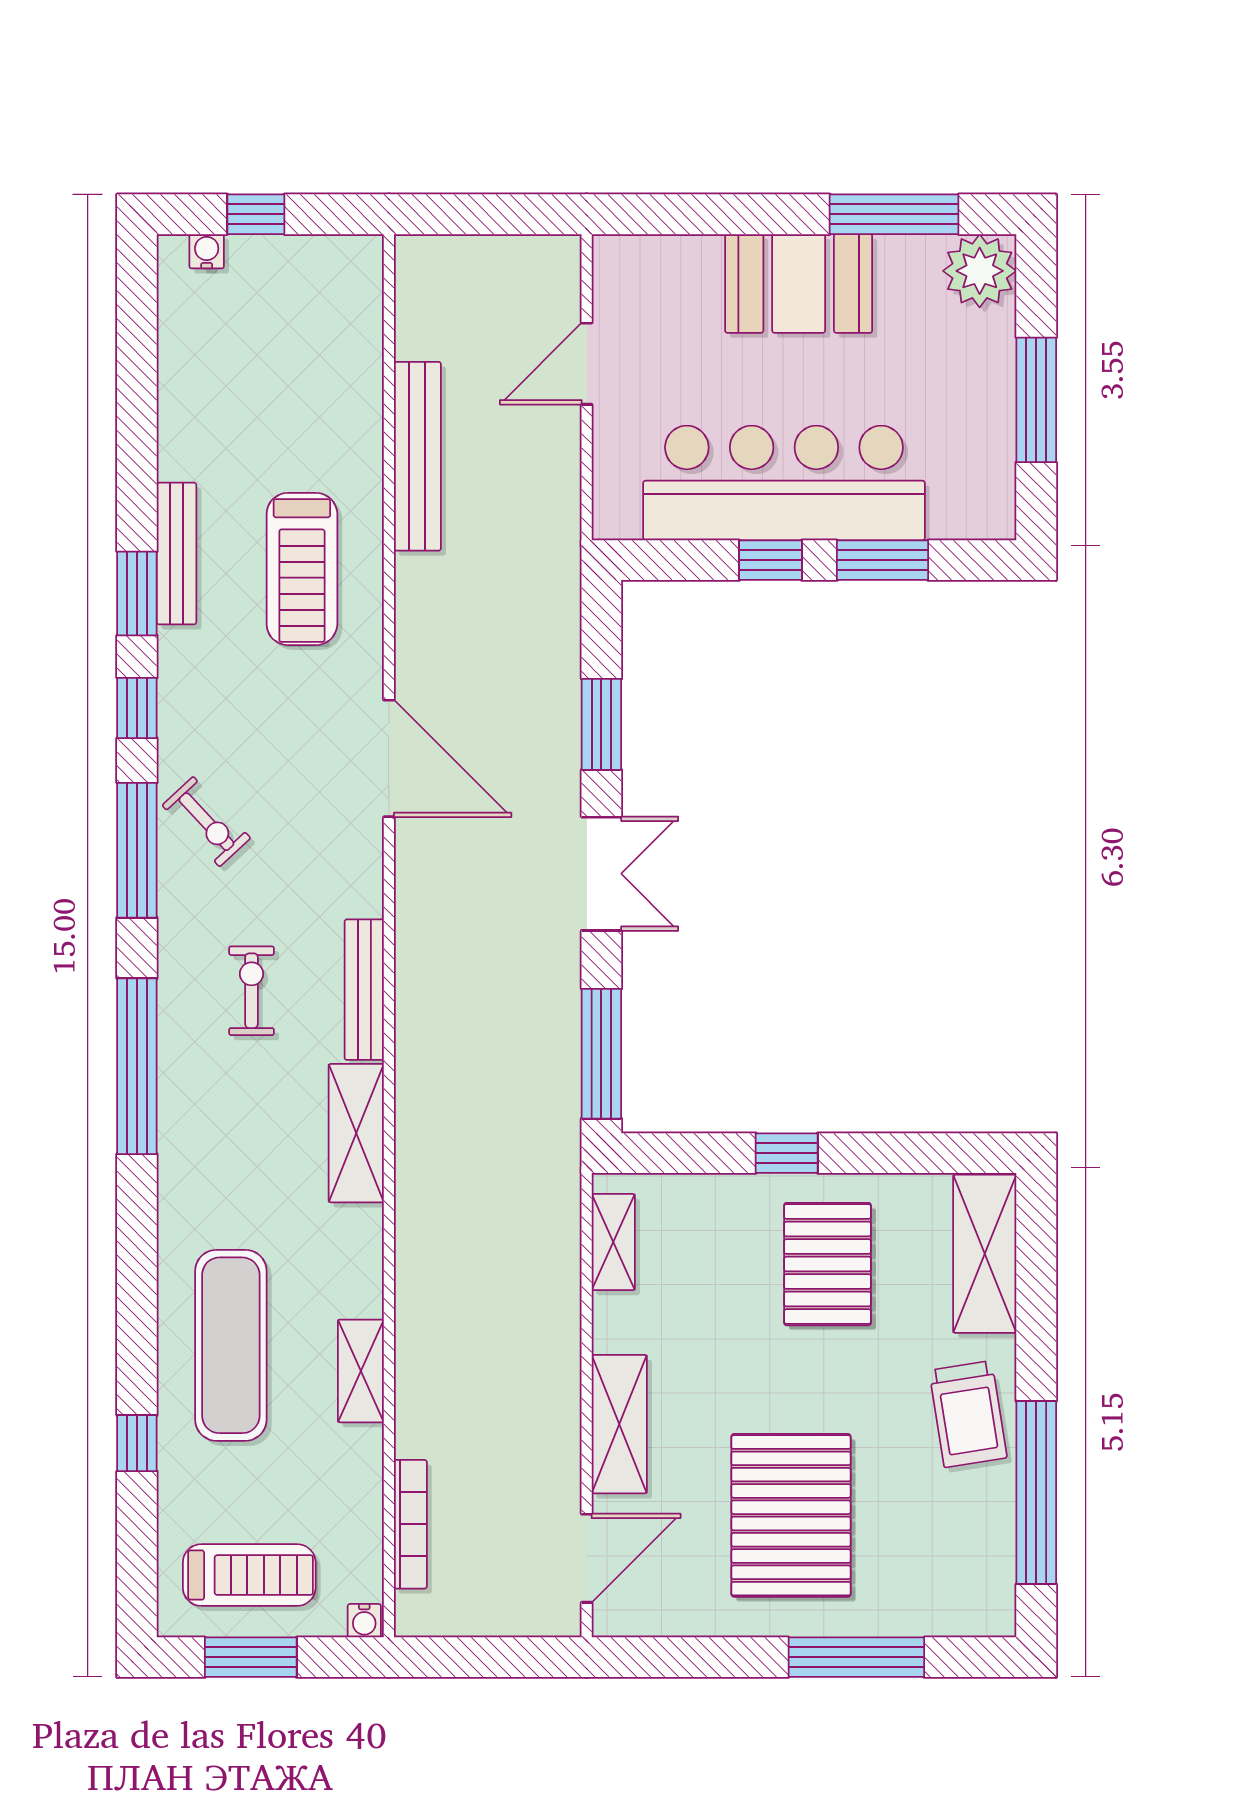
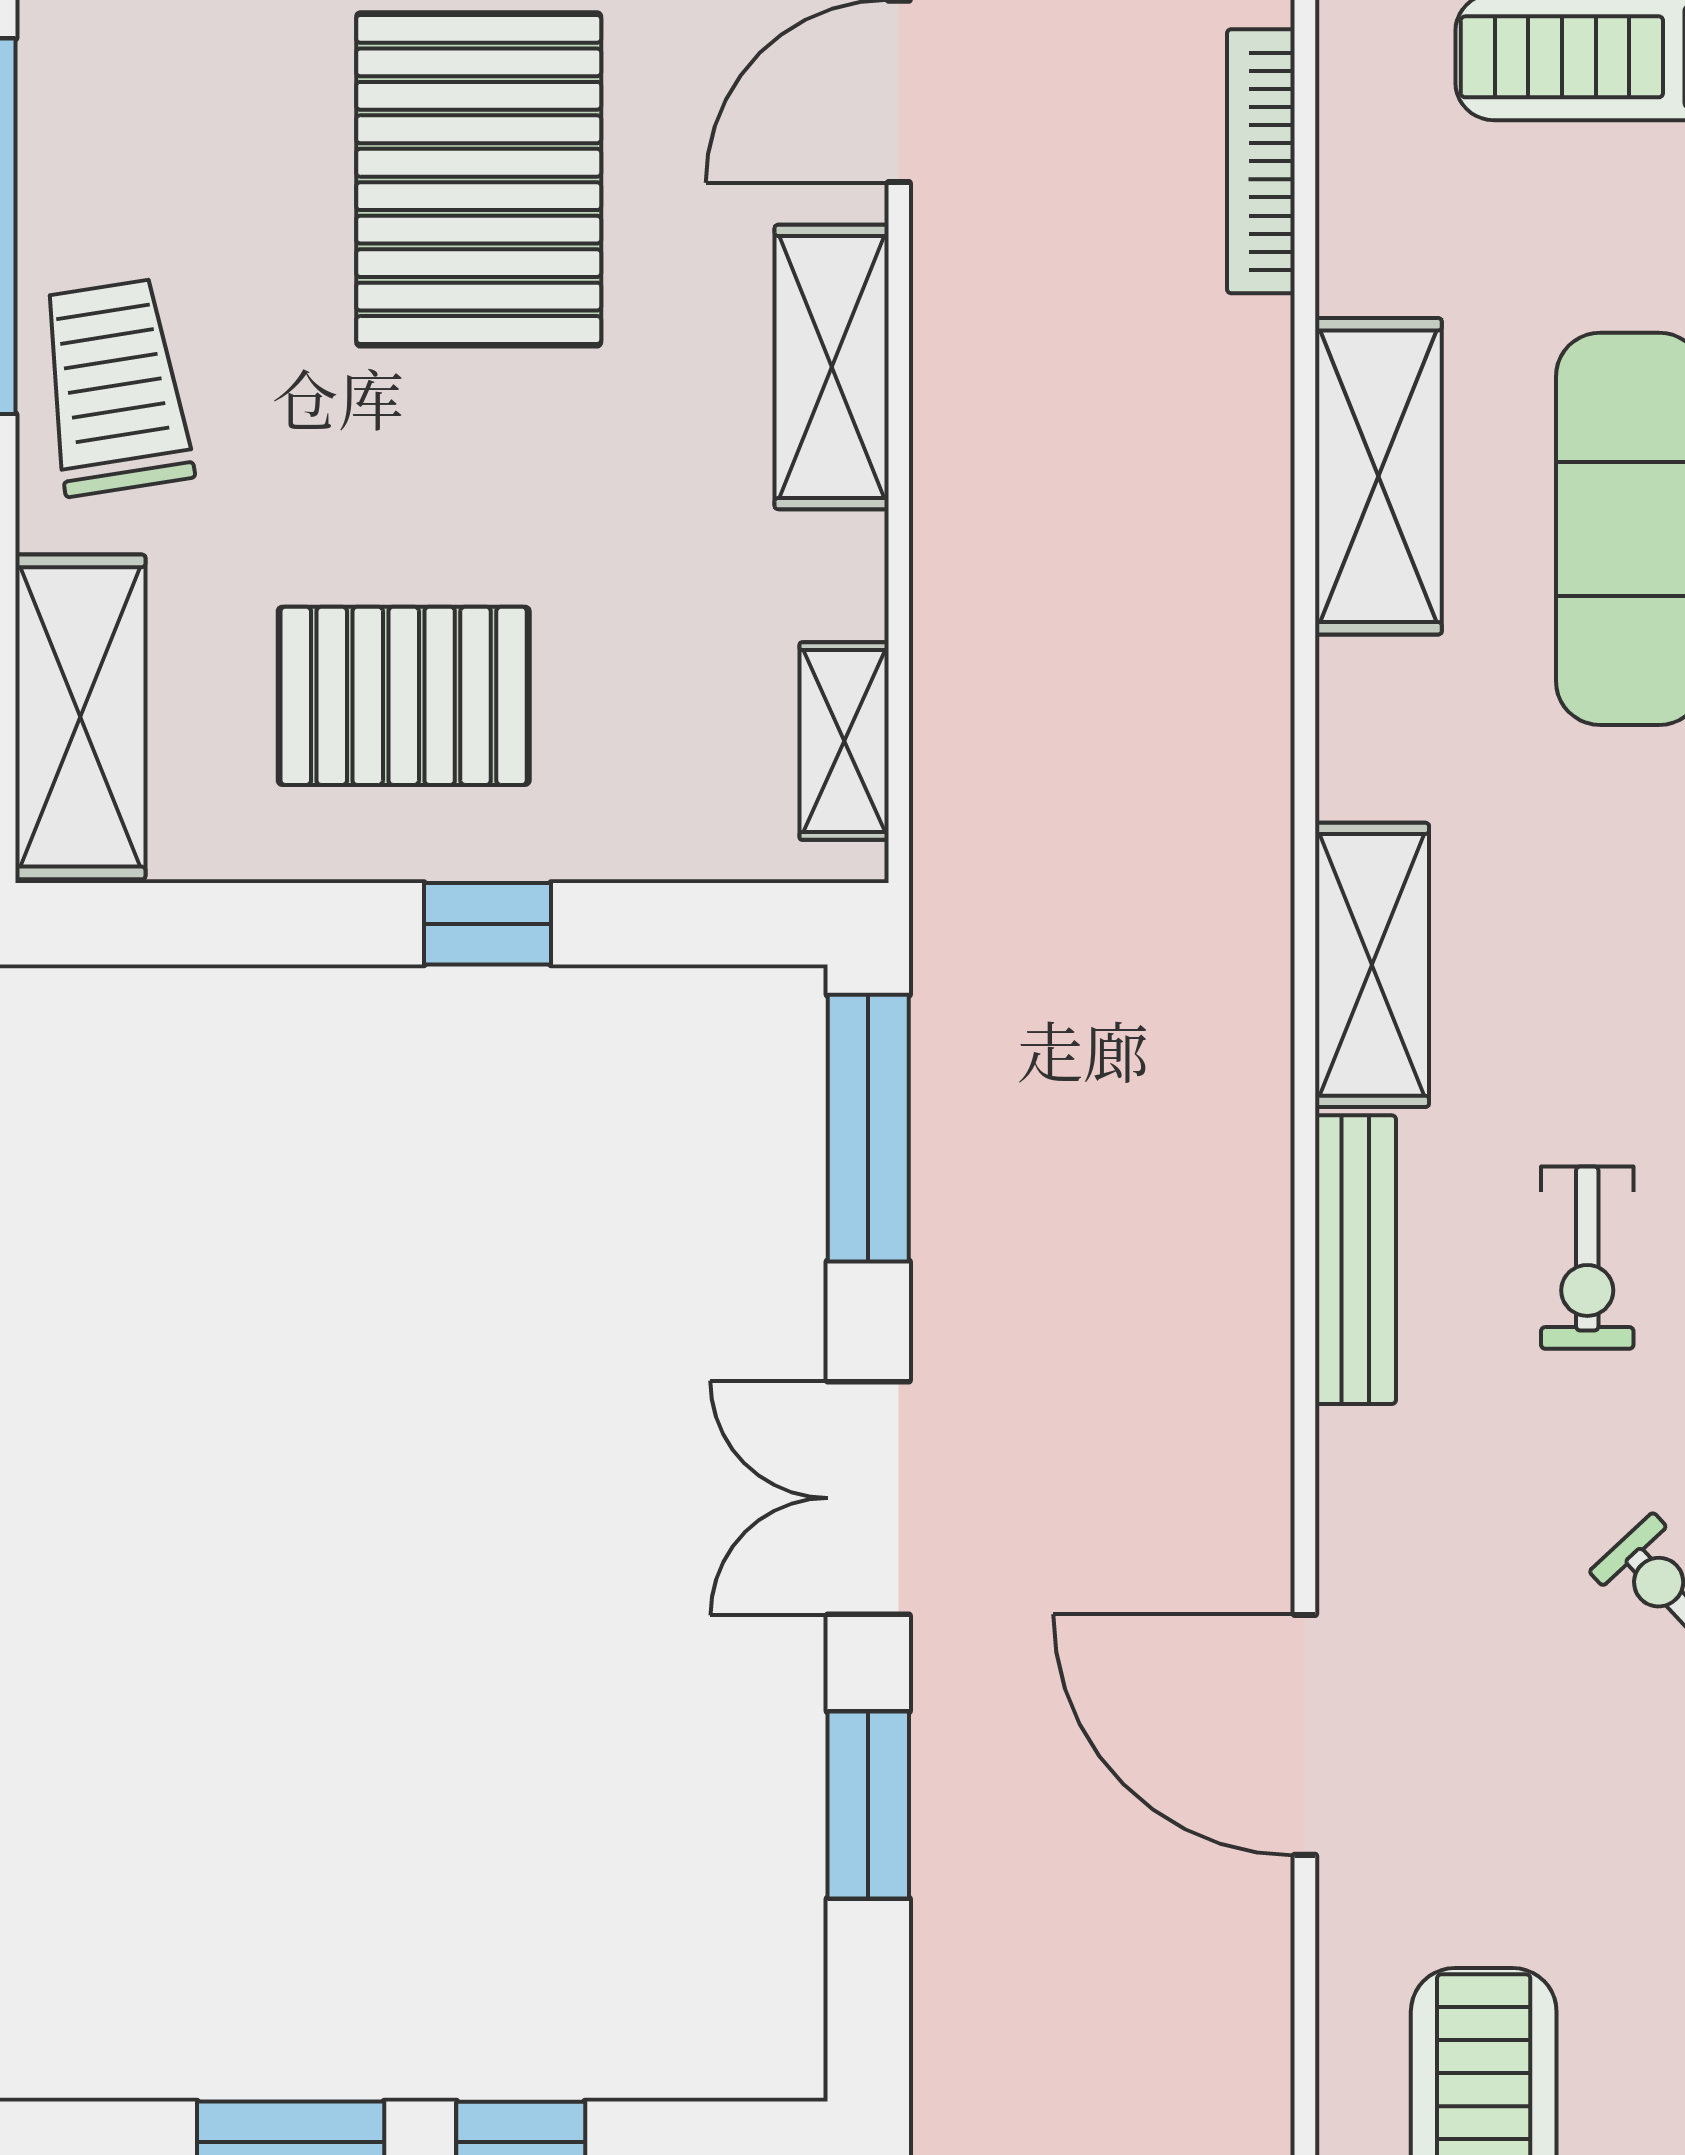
pallet: (827, 1264) -> (404, 696), turned 90
shelving: (361, 1371) -> (1378, 476), width x1.50, depth x1.33

